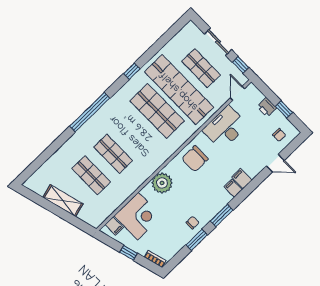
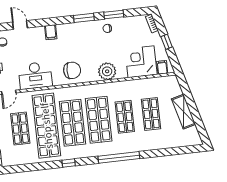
shop shelf: (135, 132) -> (99, 120), added
filing cabinet: (233, 188) -> (62, 30), removed

